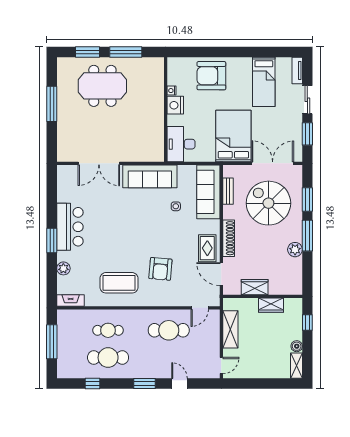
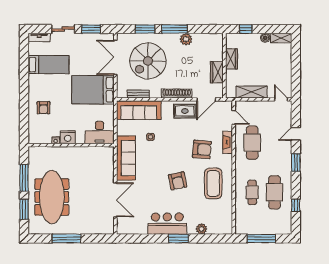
armchair: (211, 76) -> (43, 108), width x0.53, depth x0.53
meeting table: (102, 86) -> (52, 197), width x1.36
armchair: (122, 239) -> (178, 181), added
fireplace: (71, 300) -> (228, 142), moved

